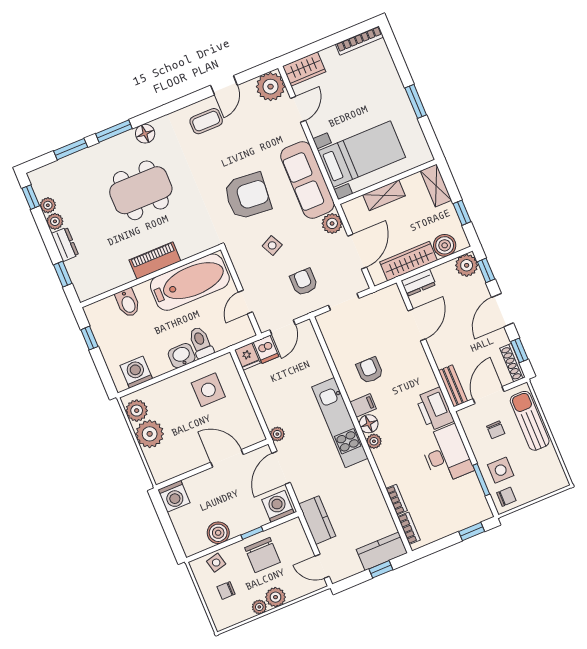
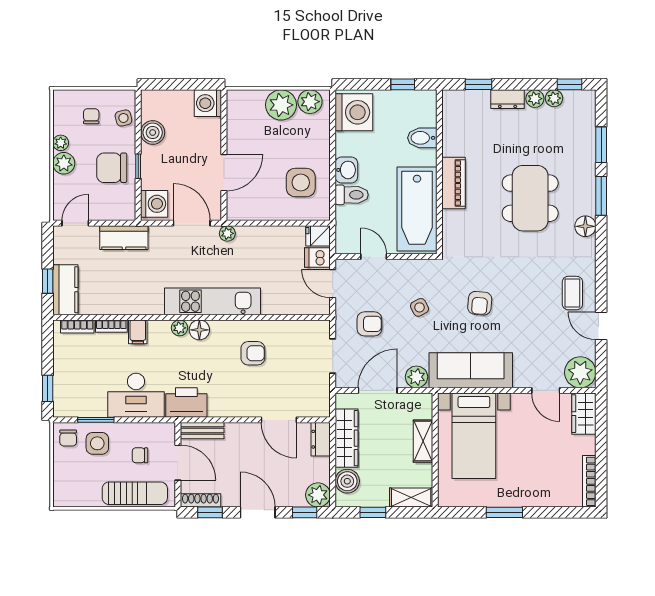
armchair: (247, 196) -> (480, 303), width x0.53, depth x0.53
door: (357, 252) -> (378, 390), swing flipped
washing machine: (136, 372) -> (354, 112), width x1.37, depth x1.37
filing cabinet: (363, 405) -> (138, 332), moved

